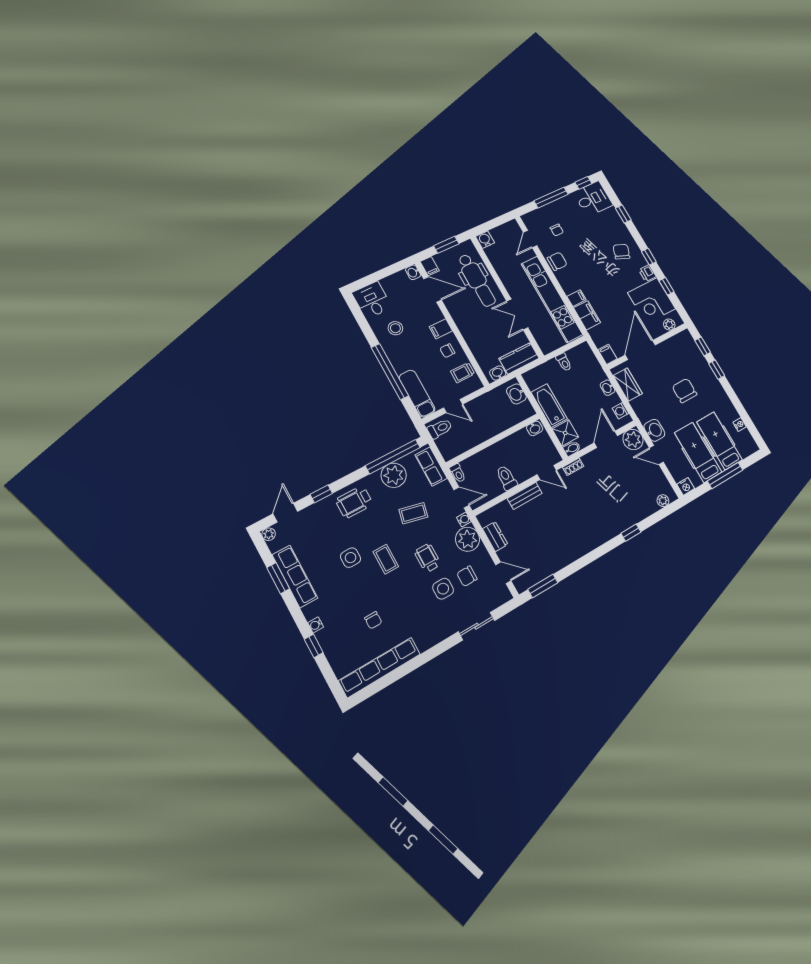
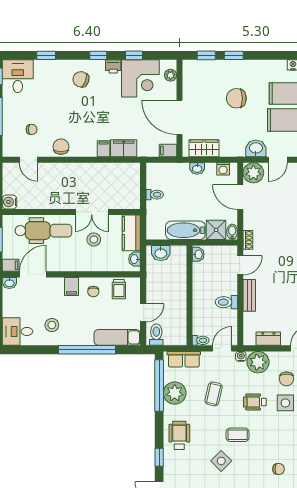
kitchen unit: (552, 299) -> (93, 172), removed
stool: (494, 328) -> (94, 240), added
wheelchair: (354, 502) -> (179, 435), turned 180
side table: (351, 558) -> (221, 461), turned 45

